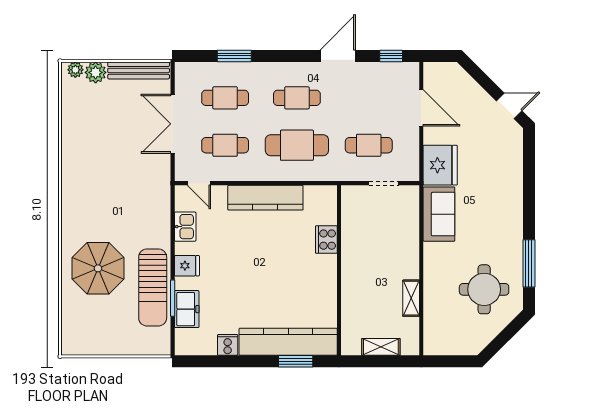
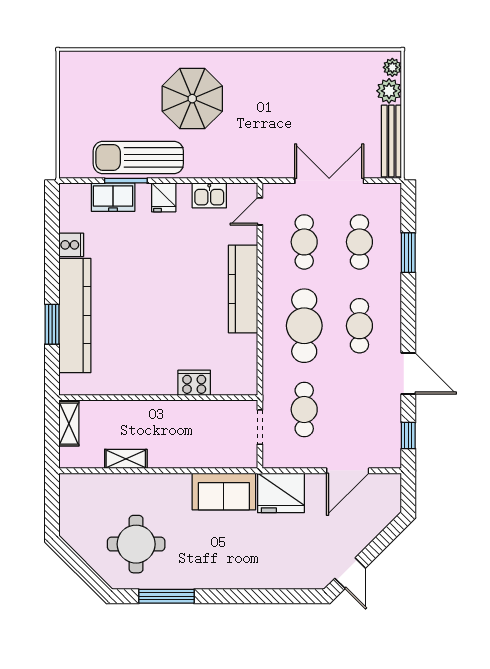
cooker: (326, 240) -> (194, 383), moved
parasol: (98, 268) -> (192, 99), moved
wall: (339, 270) -> (158, 398), moved

